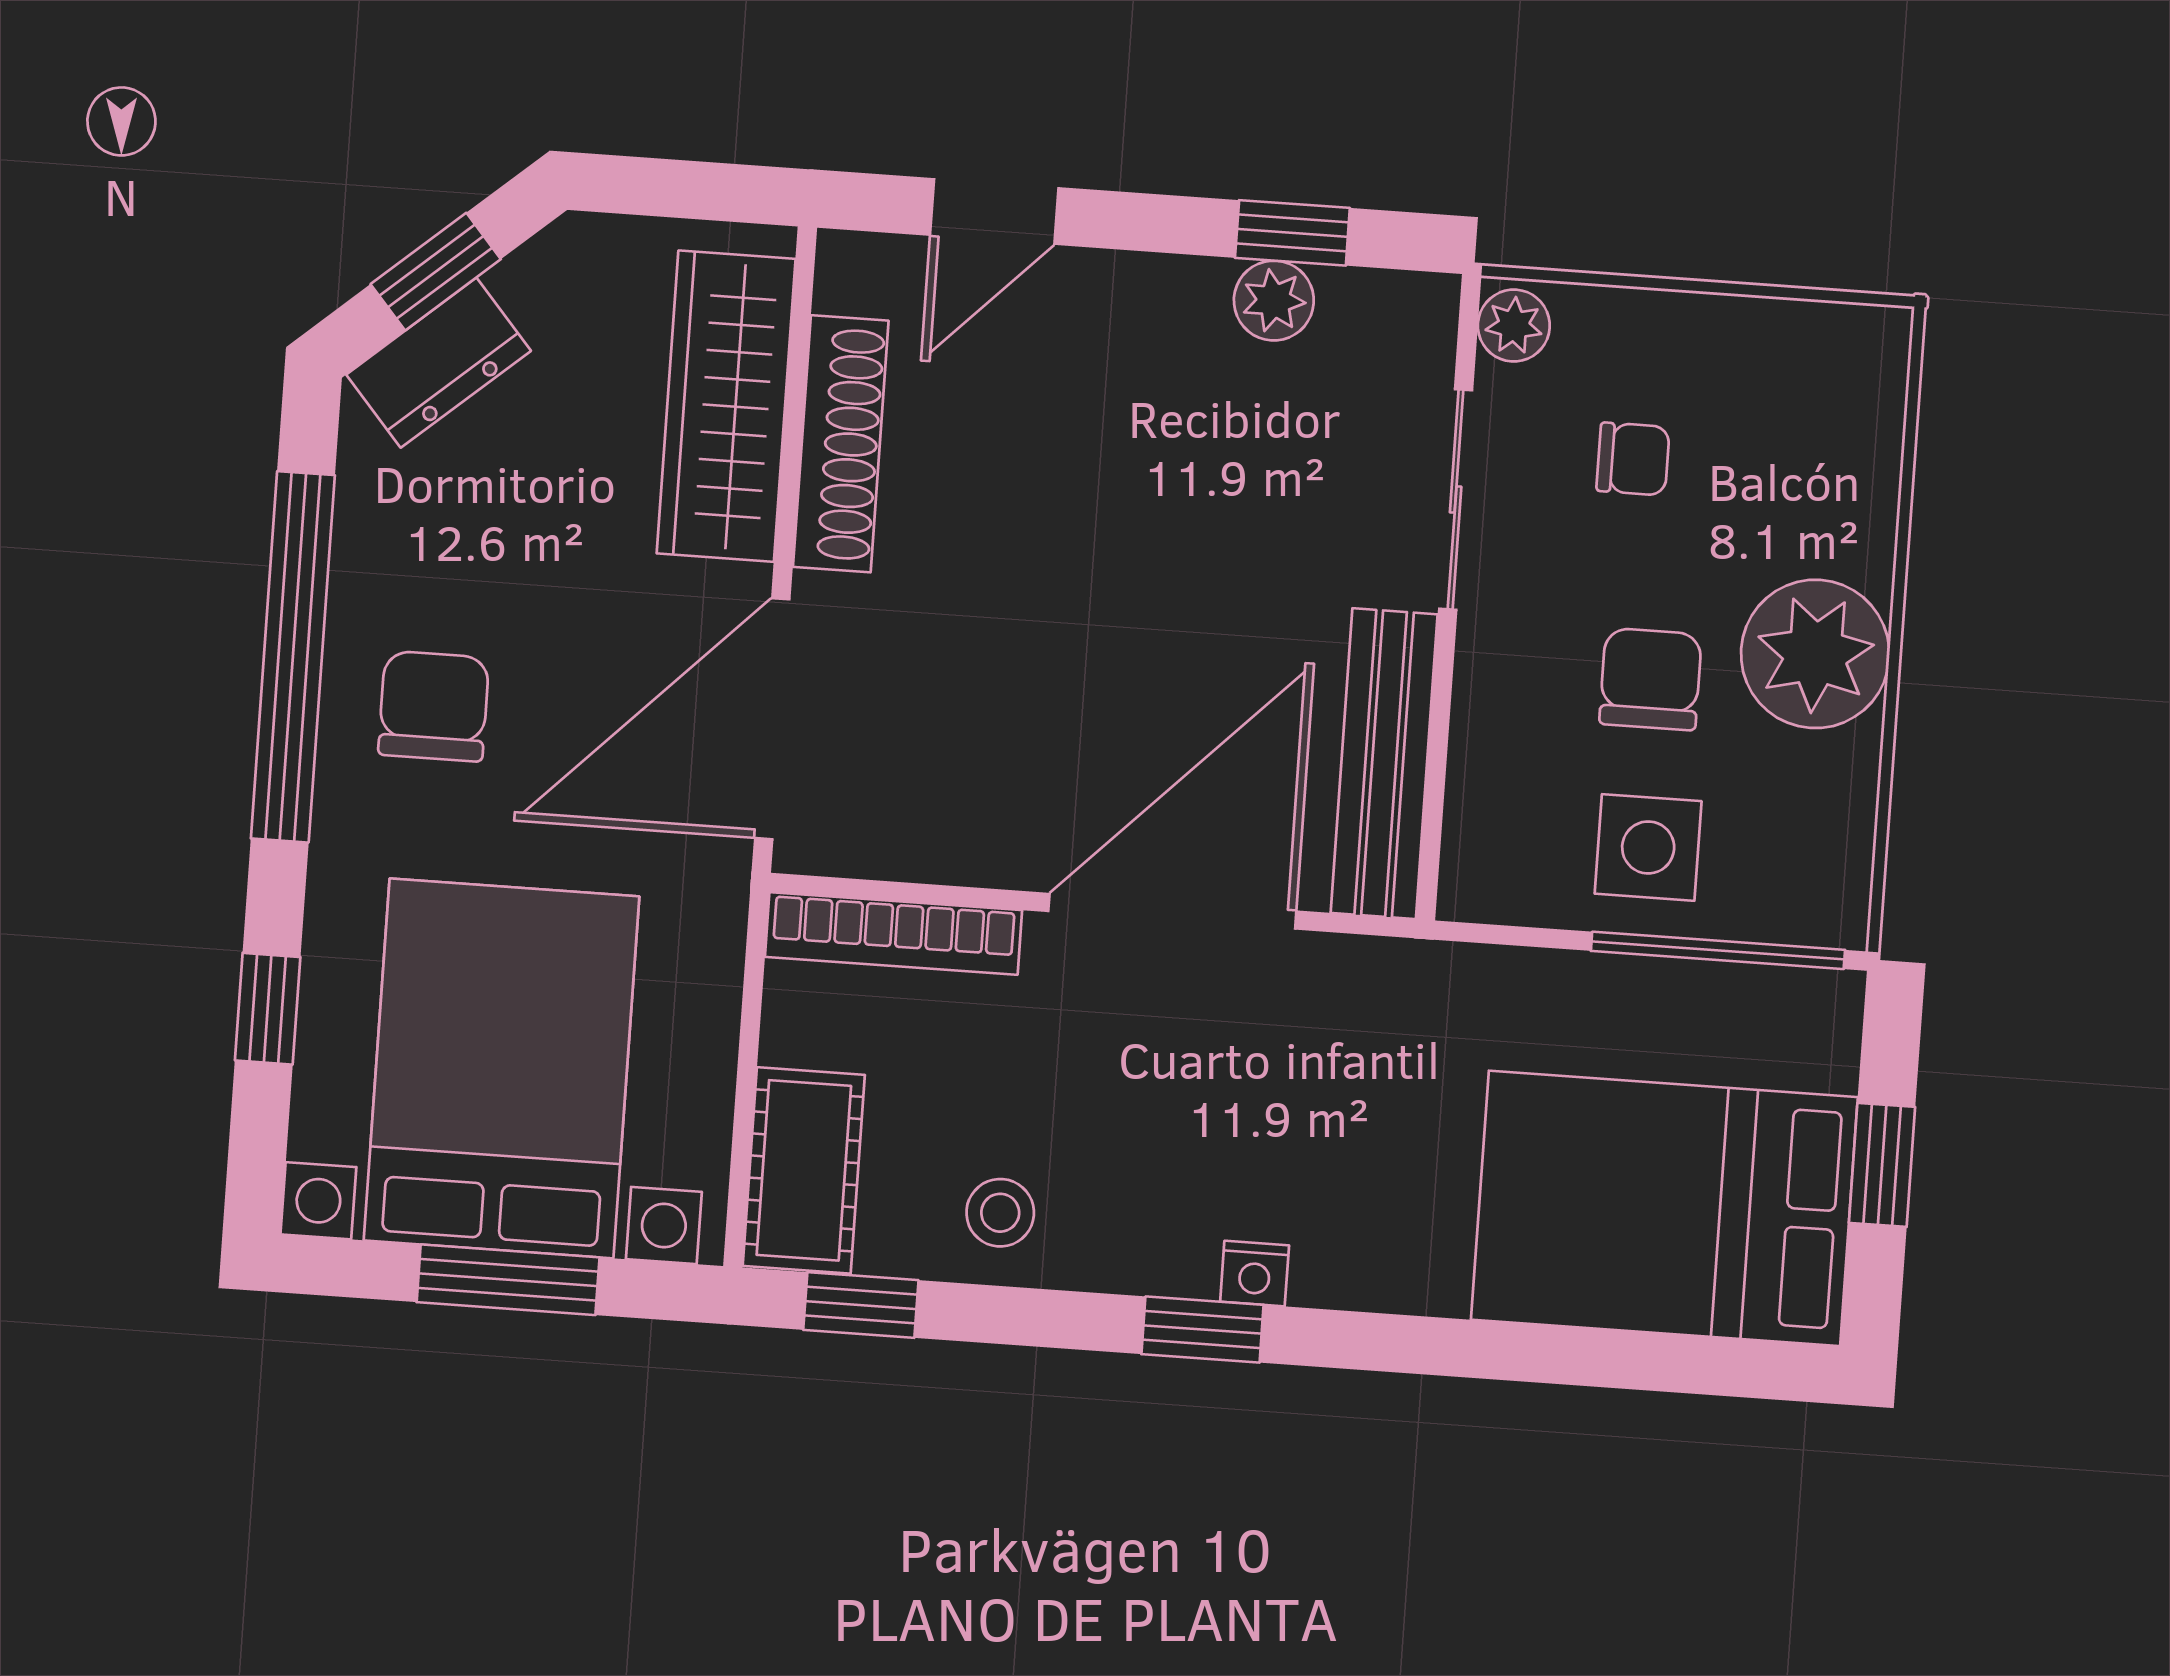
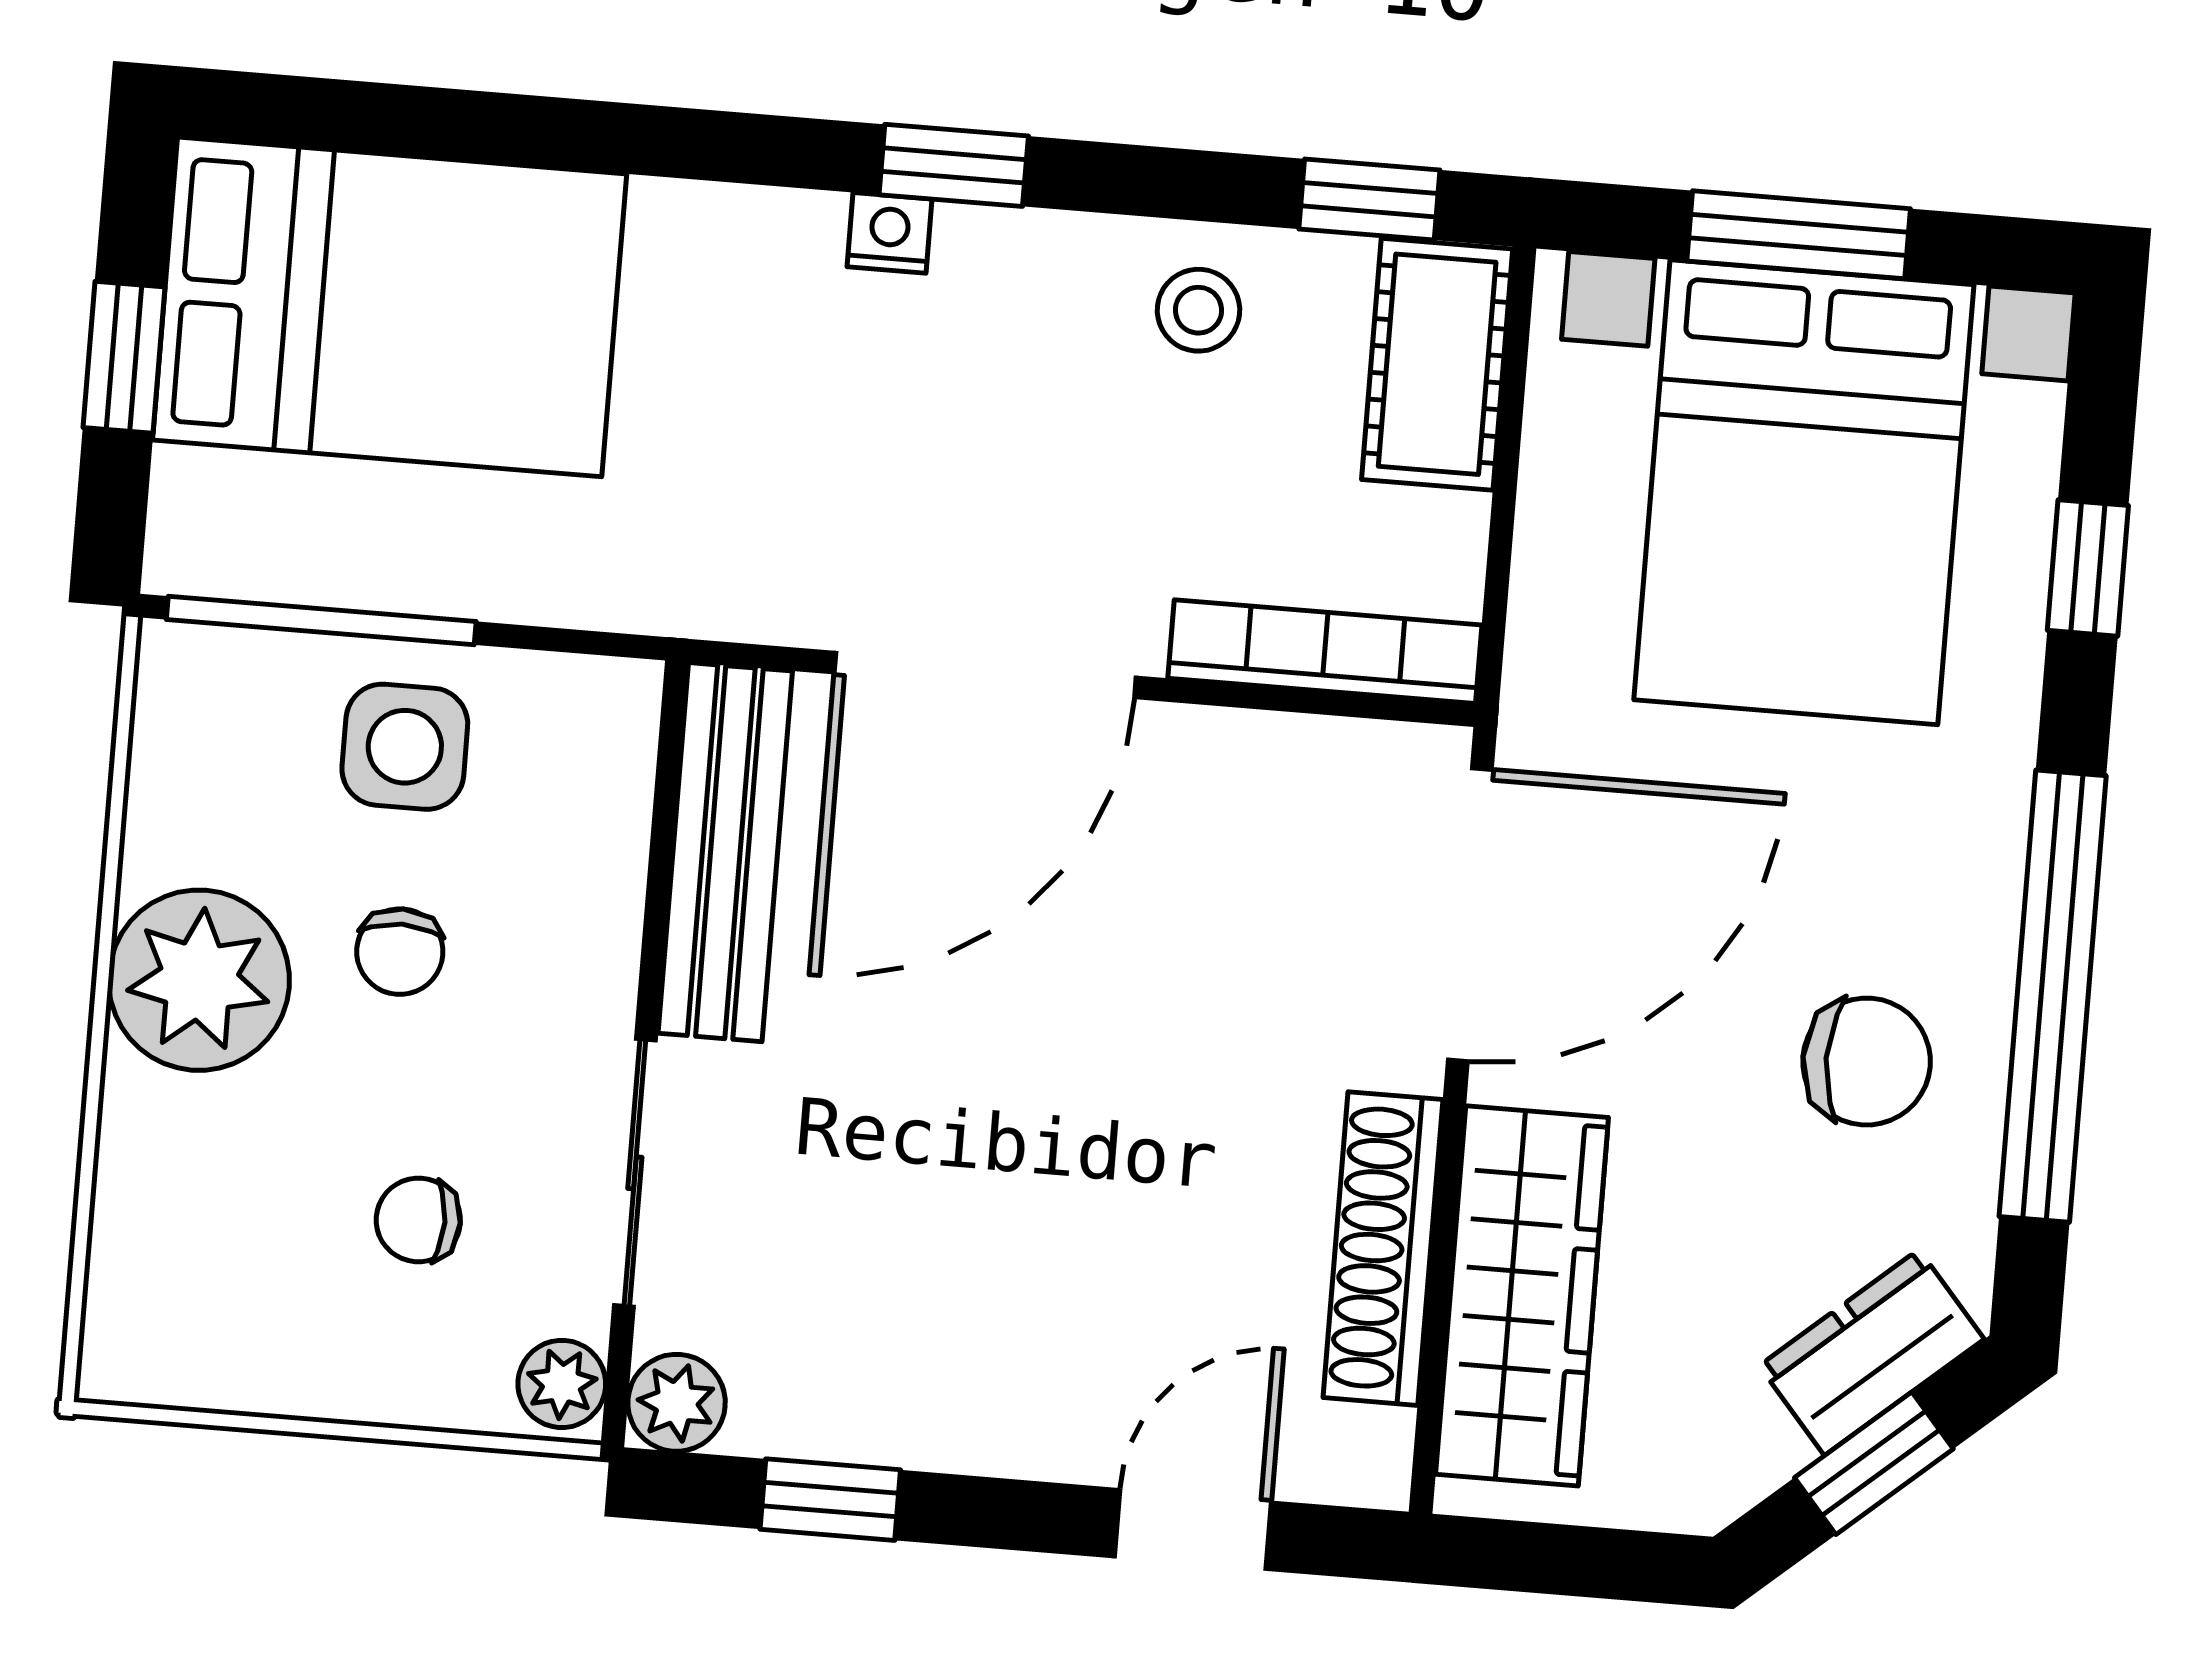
plant: (1274, 301) -> (677, 1403), moved
chair: (1651, 679) -> (400, 952), width x0.73, depth x0.73
chair: (434, 706) -> (1867, 1062), moved, turned -90

